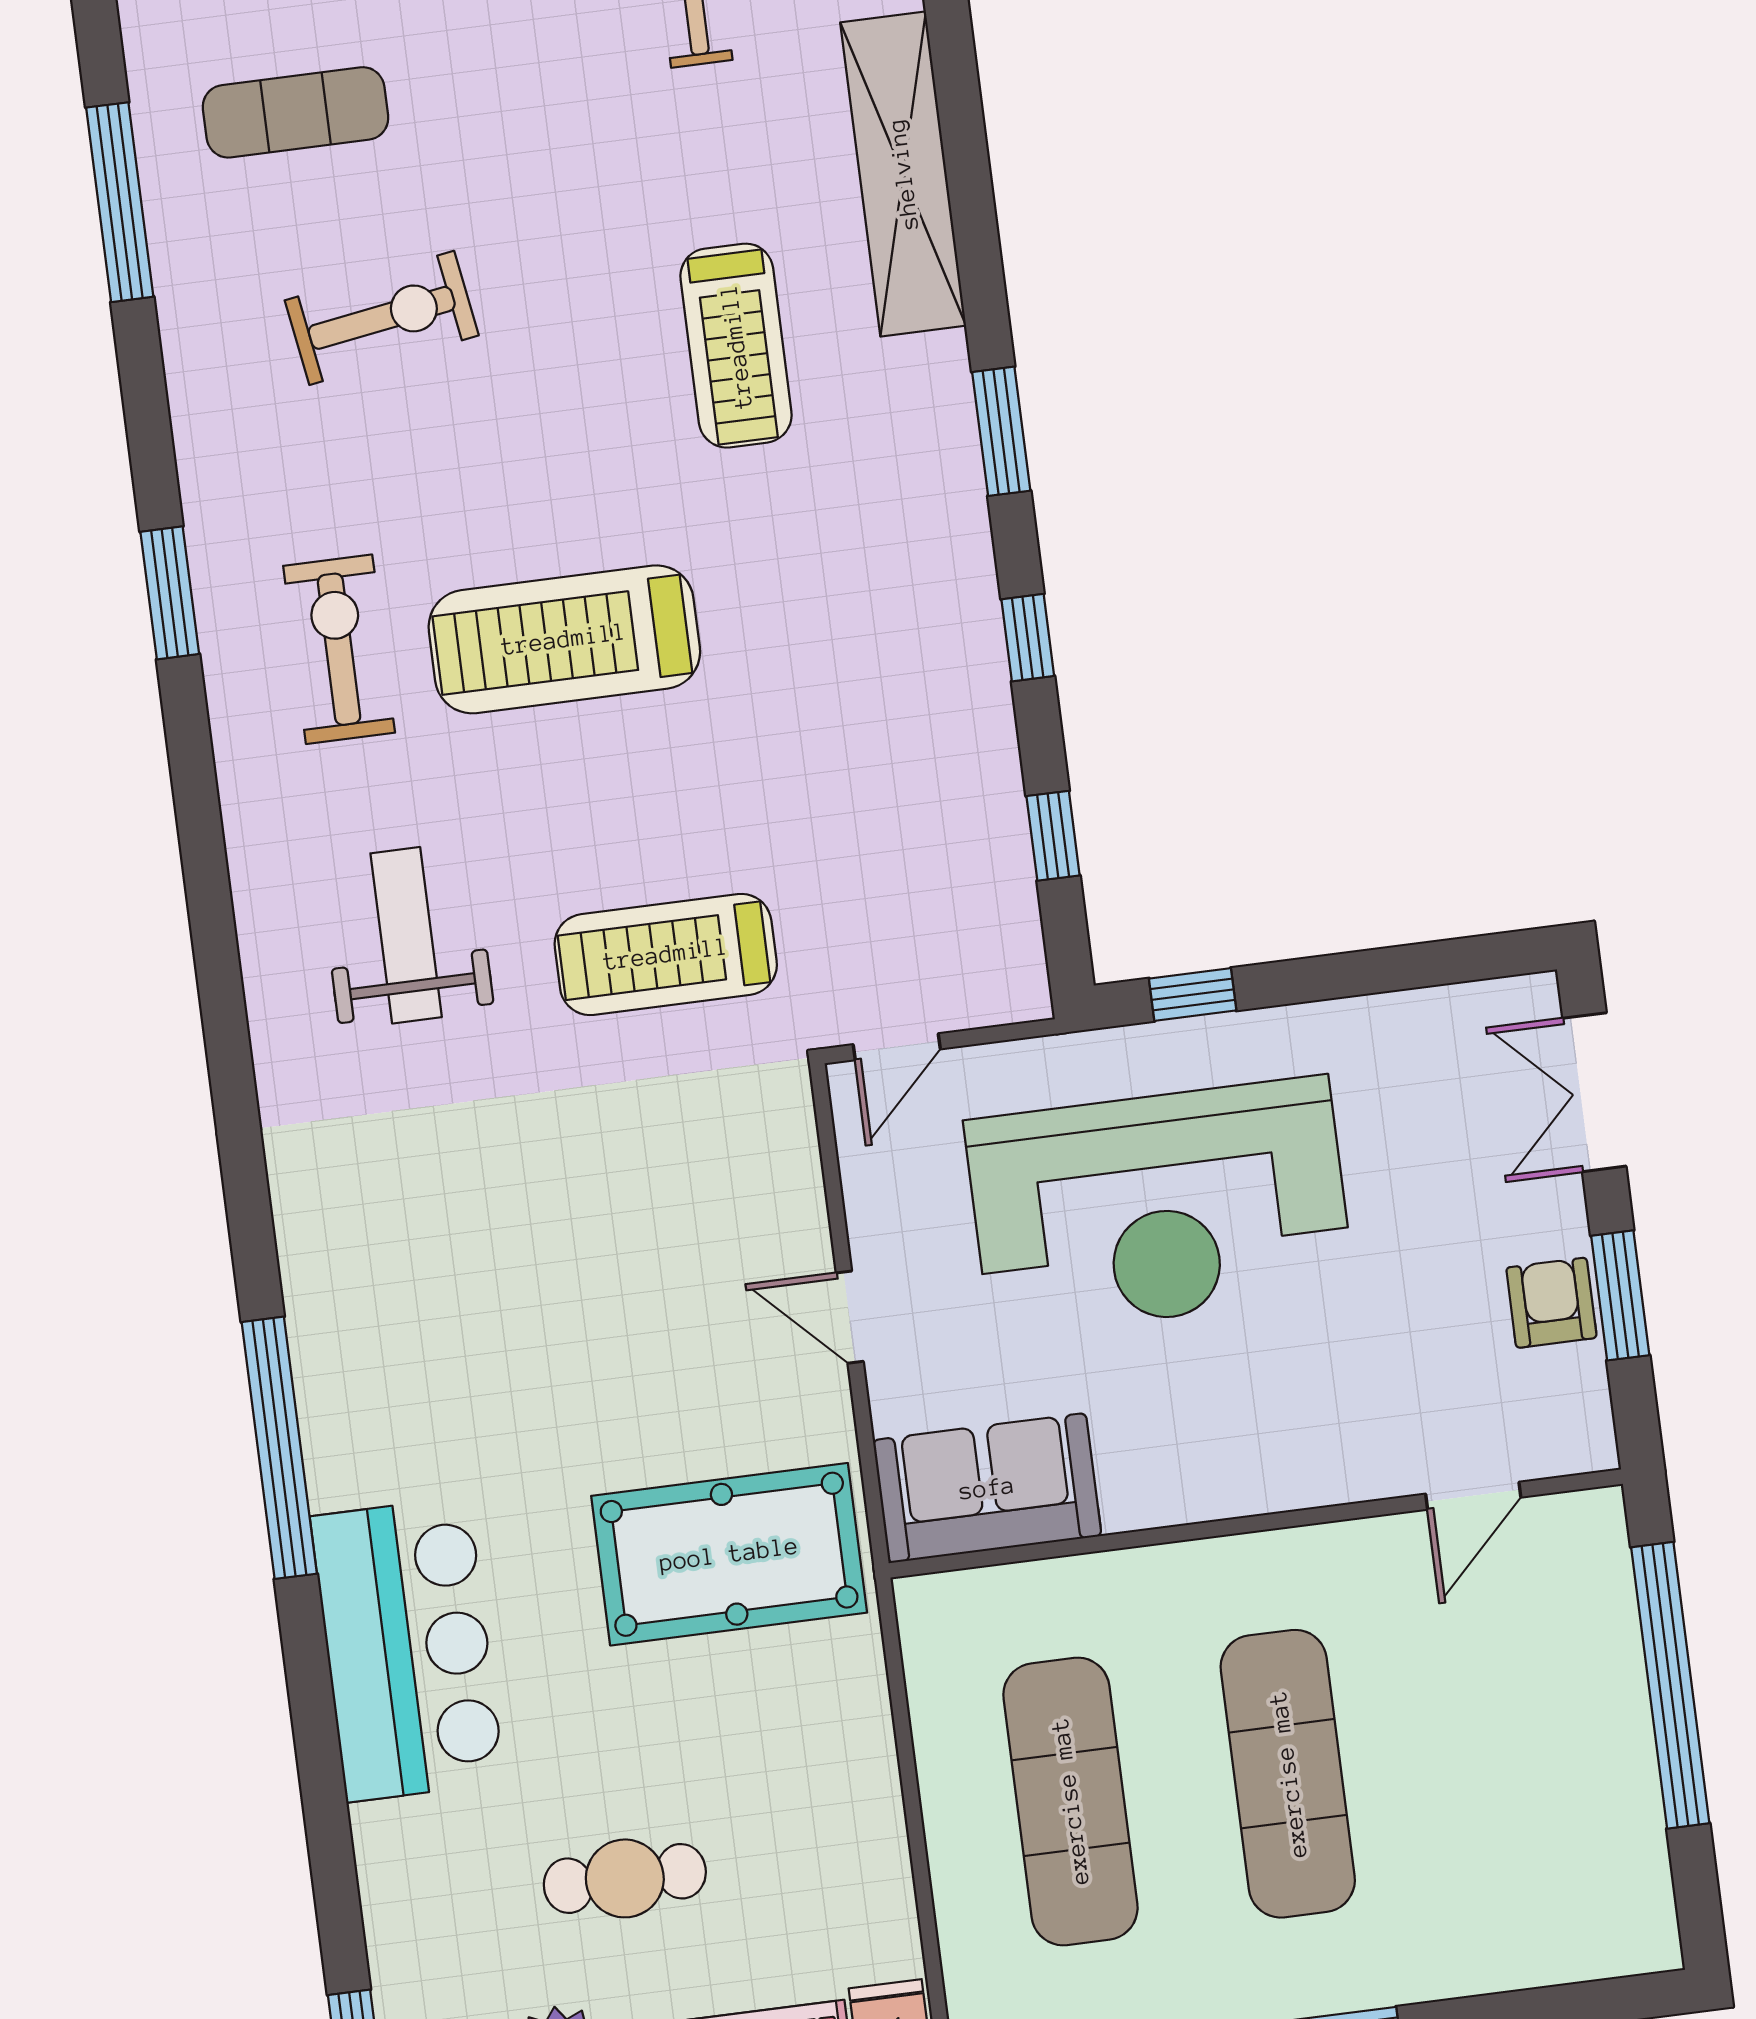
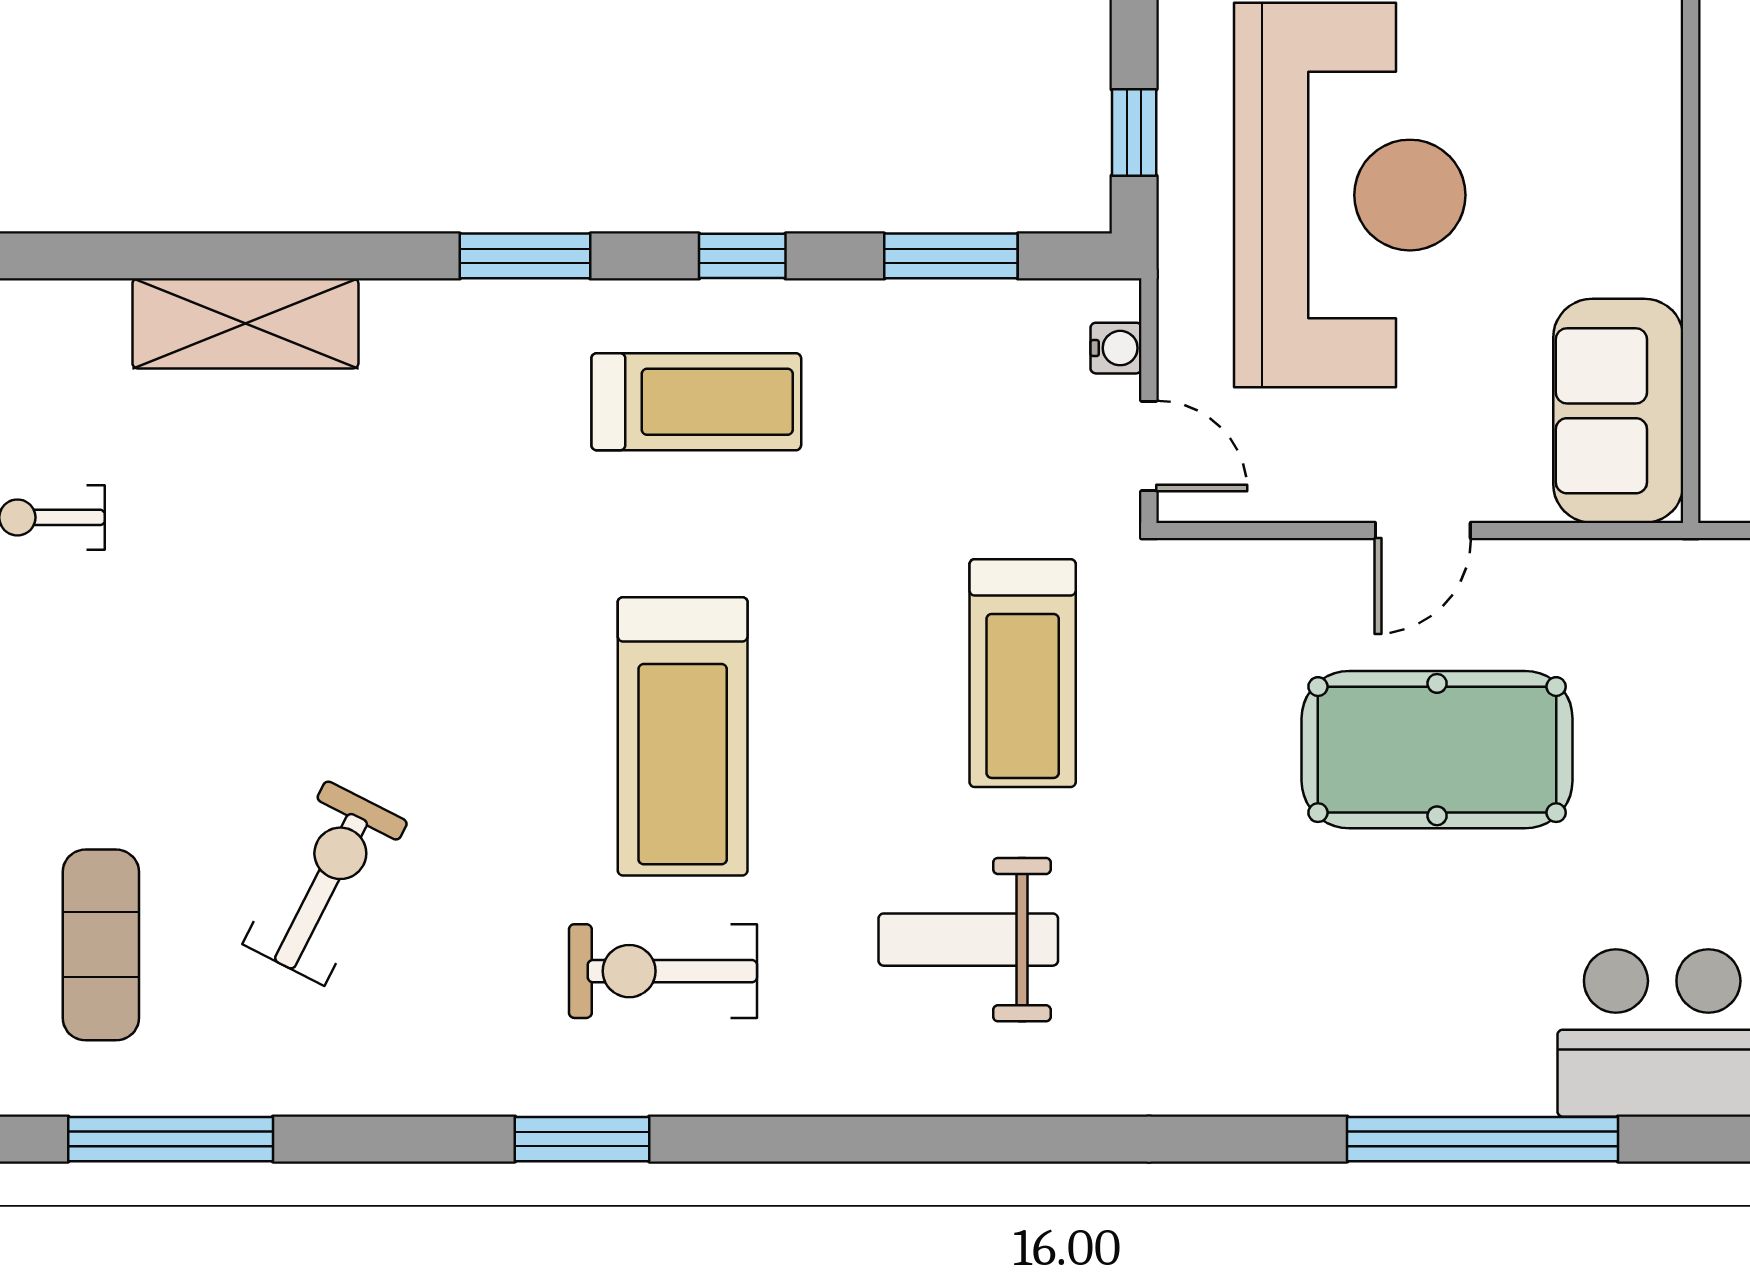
shelving: (903, 174) -> (245, 323), width x0.68
exercise bike: (382, 318) -> (325, 883), turned 36
treadmill: (736, 346) -> (696, 402), moved
window: (1053, 836) -> (951, 256), width x1.50
water cooler: (986, 1004) -> (1116, 348), added
pool table: (729, 1554) -> (1437, 750), moved, turned 90

